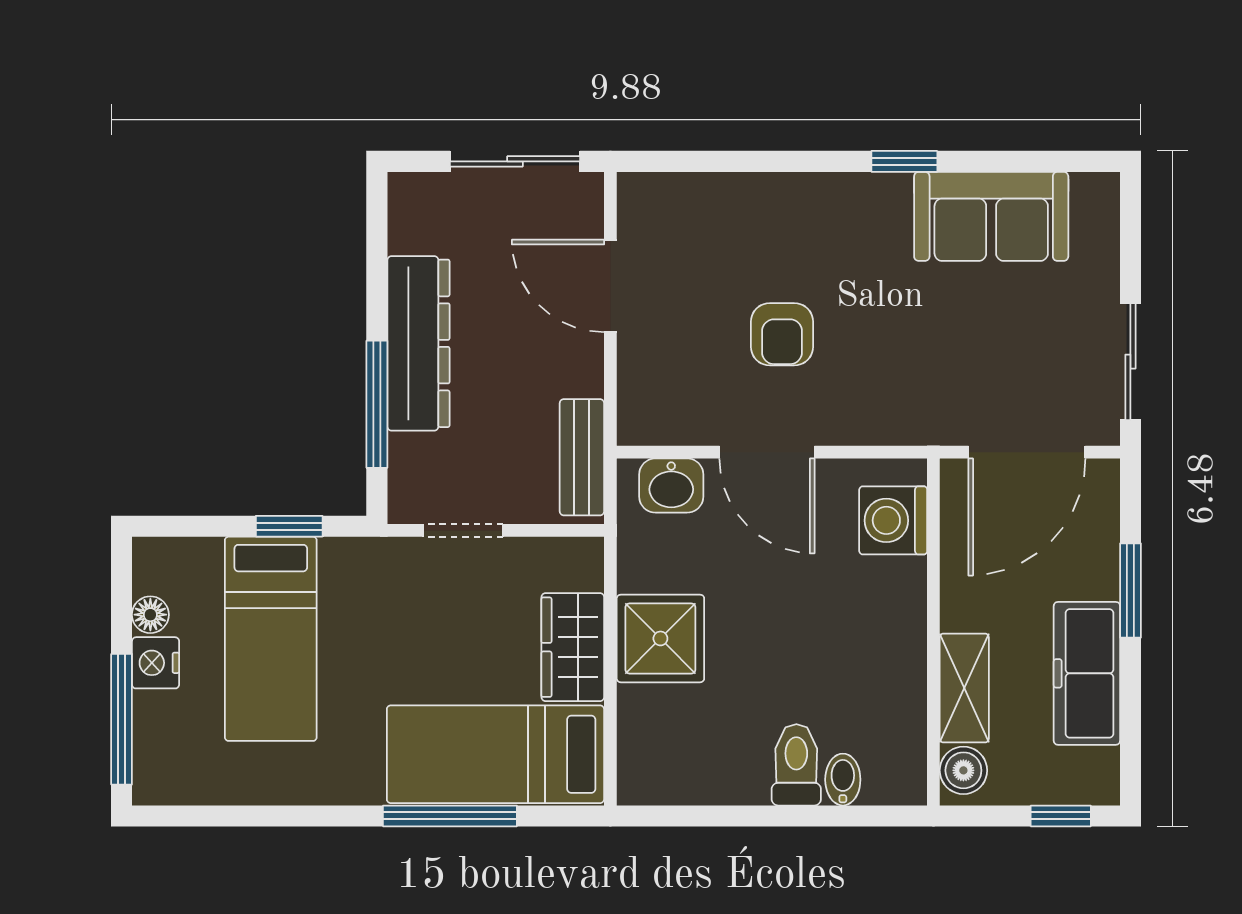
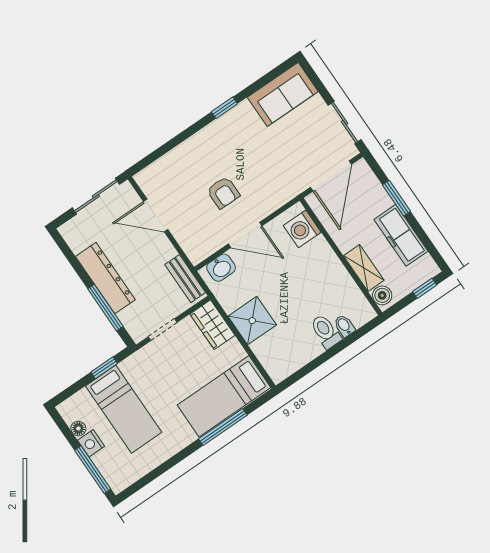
sofa: (991, 216) -> (283, 94), moved
wardrobe: (573, 647) -> (212, 325), moved

